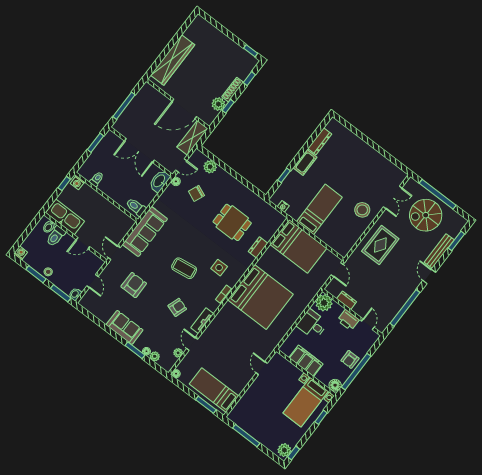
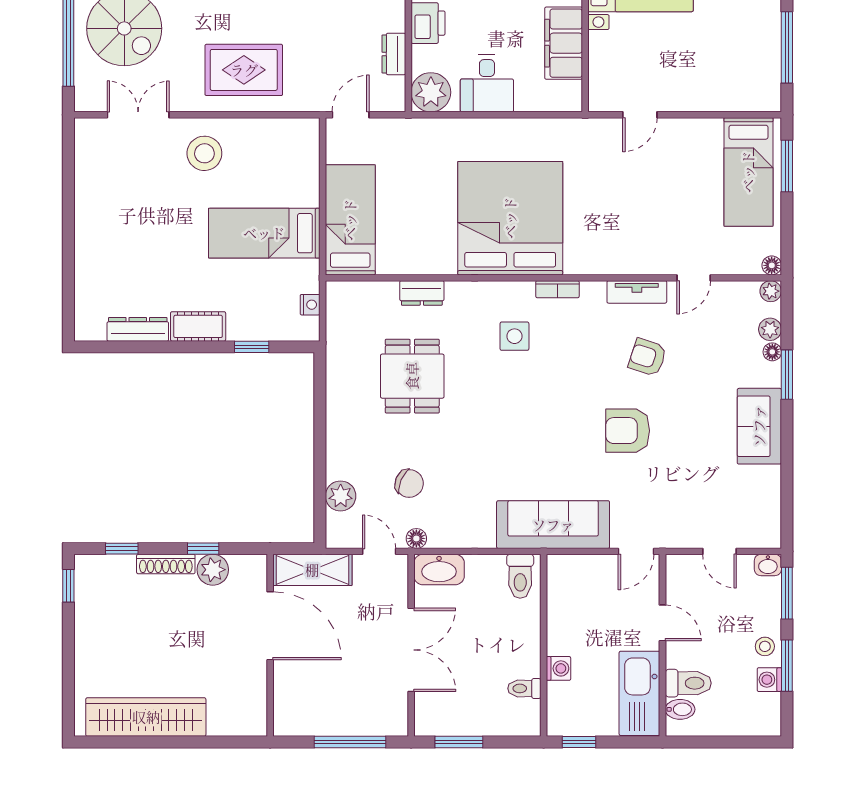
wardrobe: (173, 60) -> (146, 717), moved
washing machine: (77, 183) -> (558, 668), moved
bed: (298, 246) -> (350, 220), width x0.67
washing machine: (20, 253) -> (769, 680), moved
coffee table: (184, 268) -> (565, 400), removed
door: (92, 281) -> (719, 551), swing flipped
armchair: (134, 285) -> (628, 431), moved
plant: (178, 353) -> (771, 291), moved

